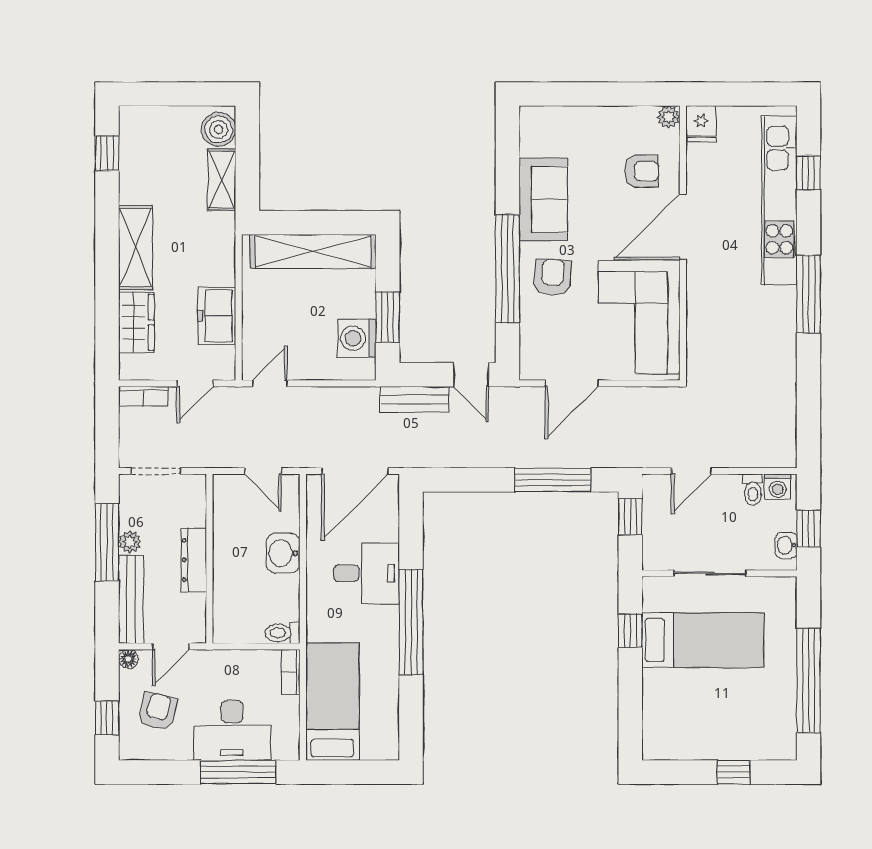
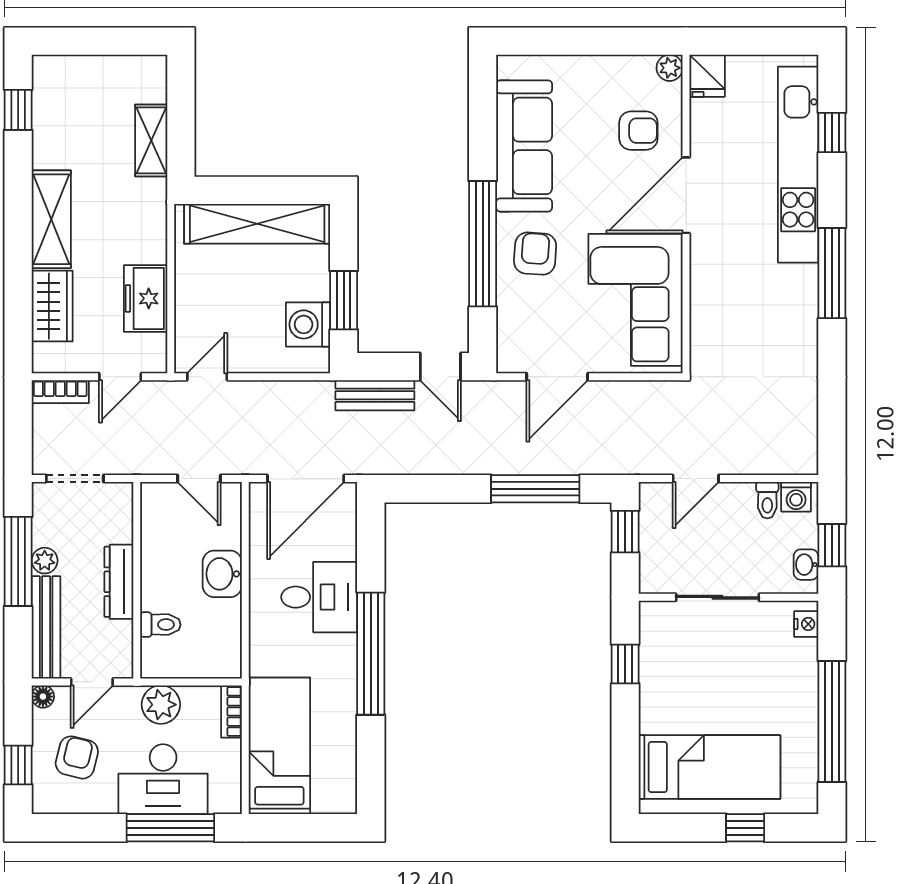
boiler: (219, 129) -> (148, 82), removed
sofa: (543, 199) -> (524, 146), width x1.36
nightstand: (786, 596) -> (806, 624), added
toilet: (283, 633) -> (160, 625), moved, turned 180
bed: (703, 640) -> (709, 767), moved
plant: (230, 666) -> (161, 705), added

